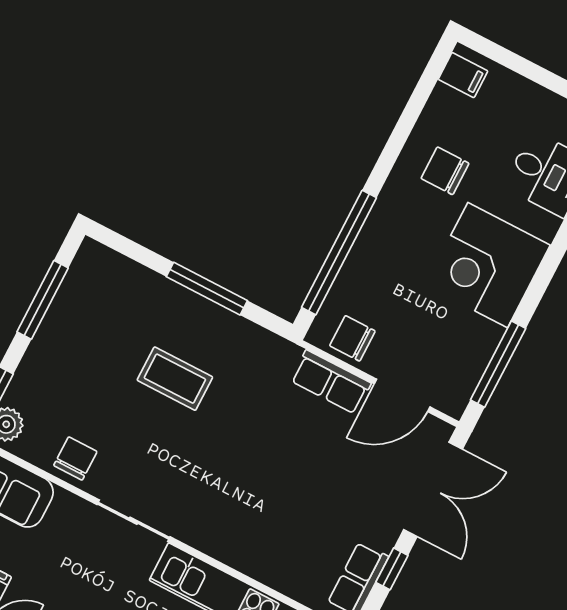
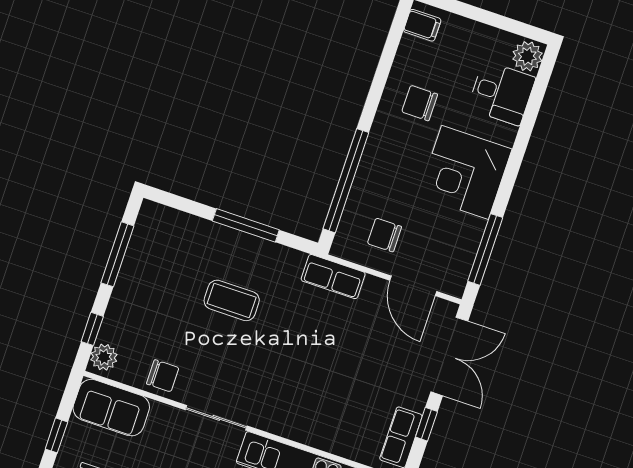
chair: (352, 338) -> (385, 235), moved
row of seats: (331, 382) -> (333, 277), moved
door: (402, 395) -> (413, 286), hinge flipped
chair: (75, 459) -> (163, 376), turned 90

